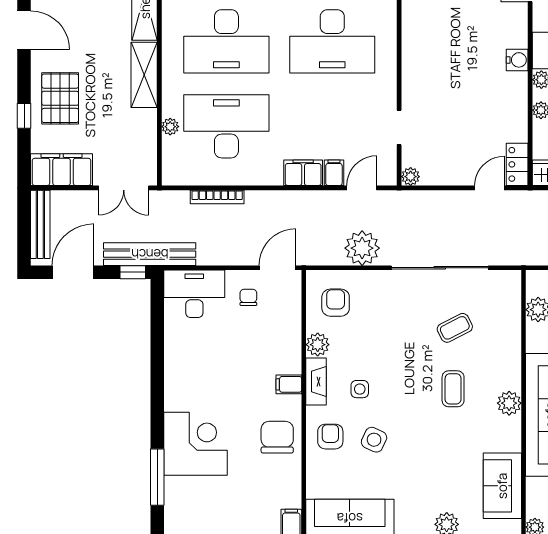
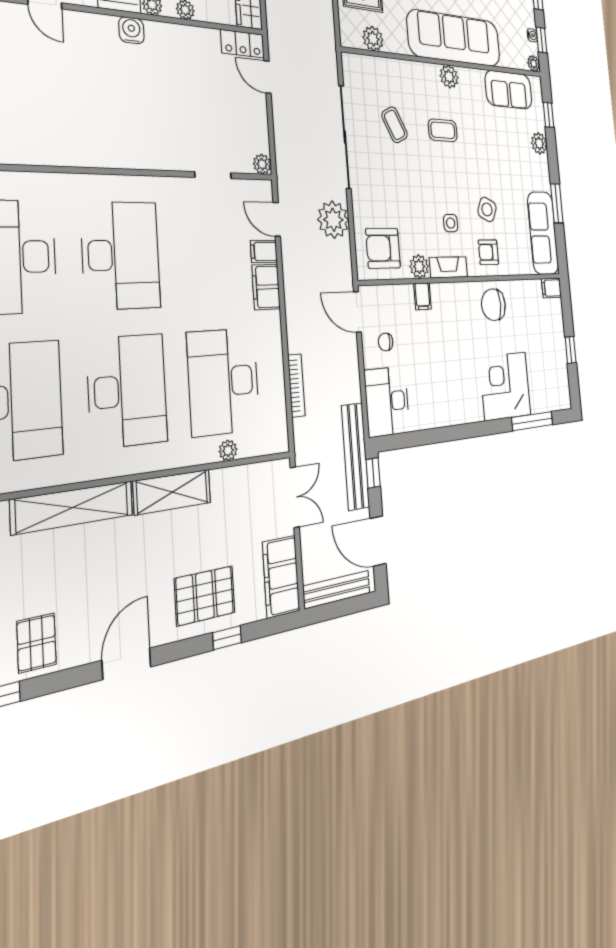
armchair: (336, 303) -> (383, 248), width x1.38, depth x1.38
filing cabinet: (289, 384) -> (422, 296), moved

